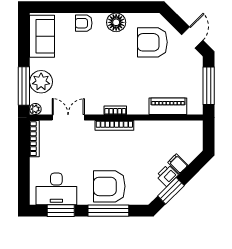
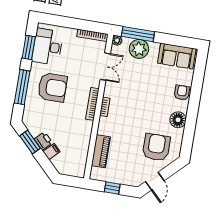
door: (192, 38) -> (155, 181), hinge flipped
window: (209, 86) -> (112, 188), width x0.46
armchair: (109, 186) -> (52, 87), moved, turned 90

